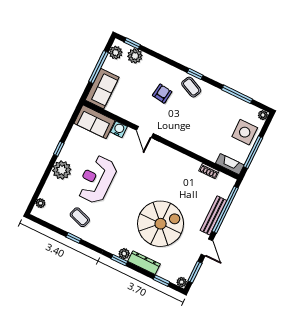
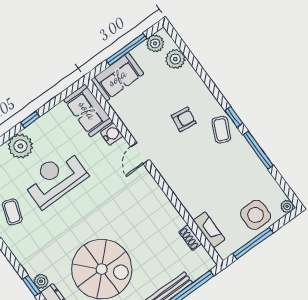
window: (132, 43) -> (180, 43), removed
window: (237, 94) -> (258, 150), moved
fireplace: (230, 164) -> (209, 230), moved

